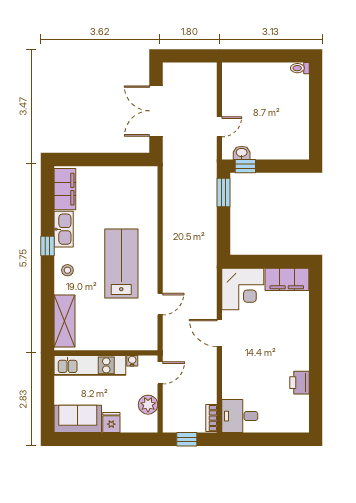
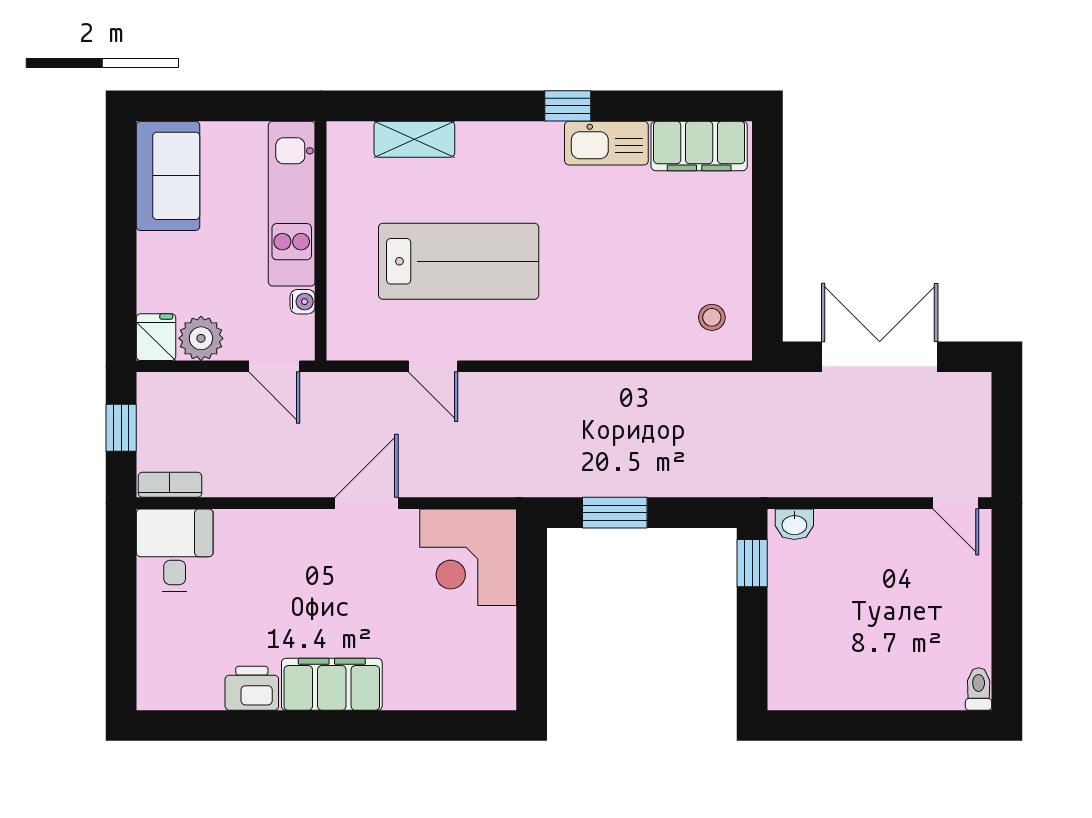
door: (219, 127) -> (956, 503), moved
washbasin: (242, 153) -> (794, 524), moved, turned 90
window: (223, 192) -> (615, 513), moved
lab bench: (121, 264) -> (459, 261), moved
stool: (67, 270) -> (712, 317), moved
filing cabinet: (287, 279) -> (332, 684), moved, turned 90
shelving: (64, 321) -> (414, 139), width x0.67, depth x0.75
fridge: (111, 422) -> (156, 337), moved, turned -90

